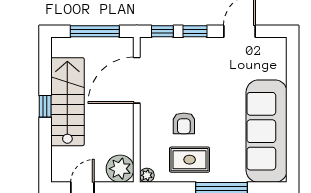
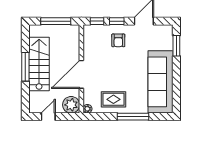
window: (293, 72) -> (176, 46), added
door: (137, 80) -> (81, 74), moved
window: (45, 106) -> (25, 67), width x2.17
armchair: (184, 123) -> (118, 40), moved

